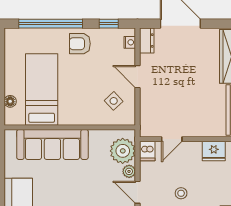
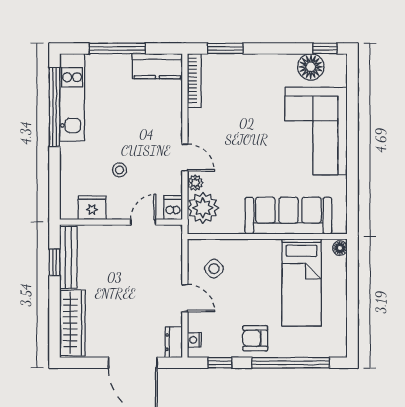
armchair: (80, 44) -> (255, 338), turned 180
floor lamp: (10, 101) -> (340, 248), moved
stool: (181, 193) -> (120, 170), moved

